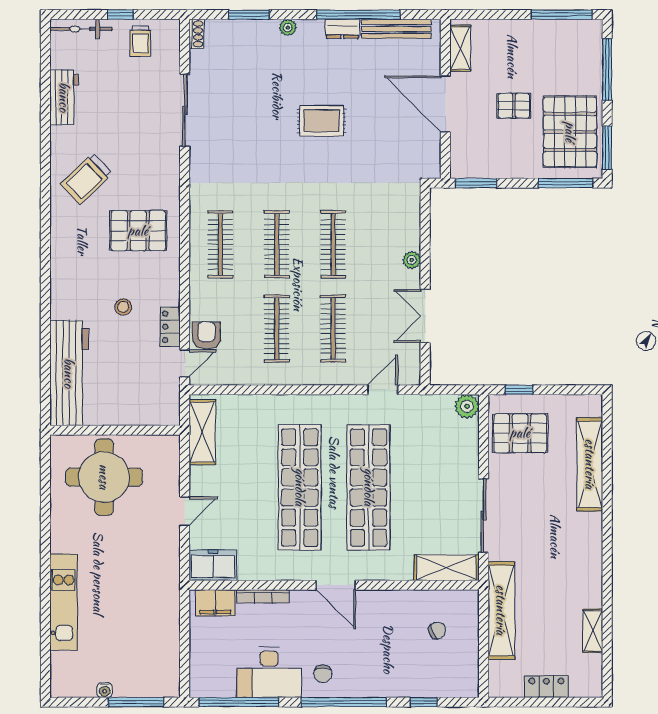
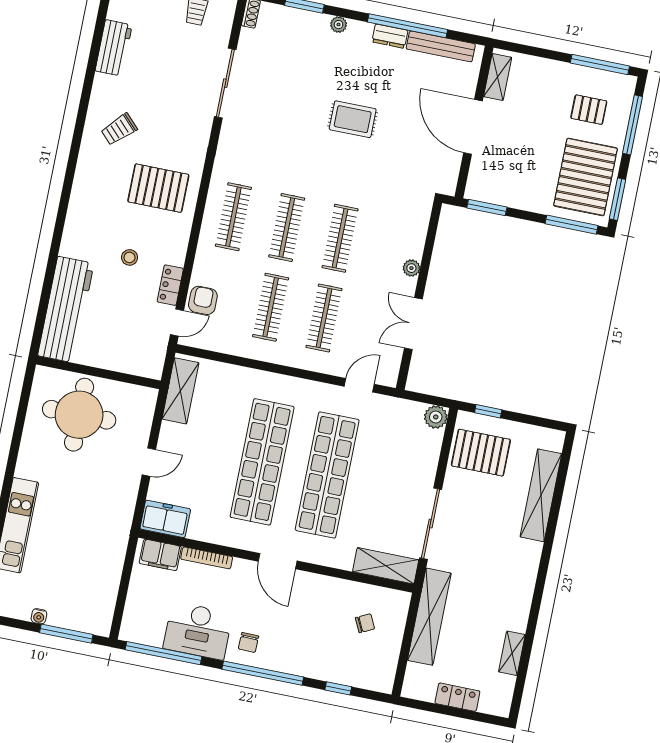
pallet: (514, 106) -> (589, 110), moved
trolley: (86, 179) -> (119, 129), width x0.73, depth x0.72

